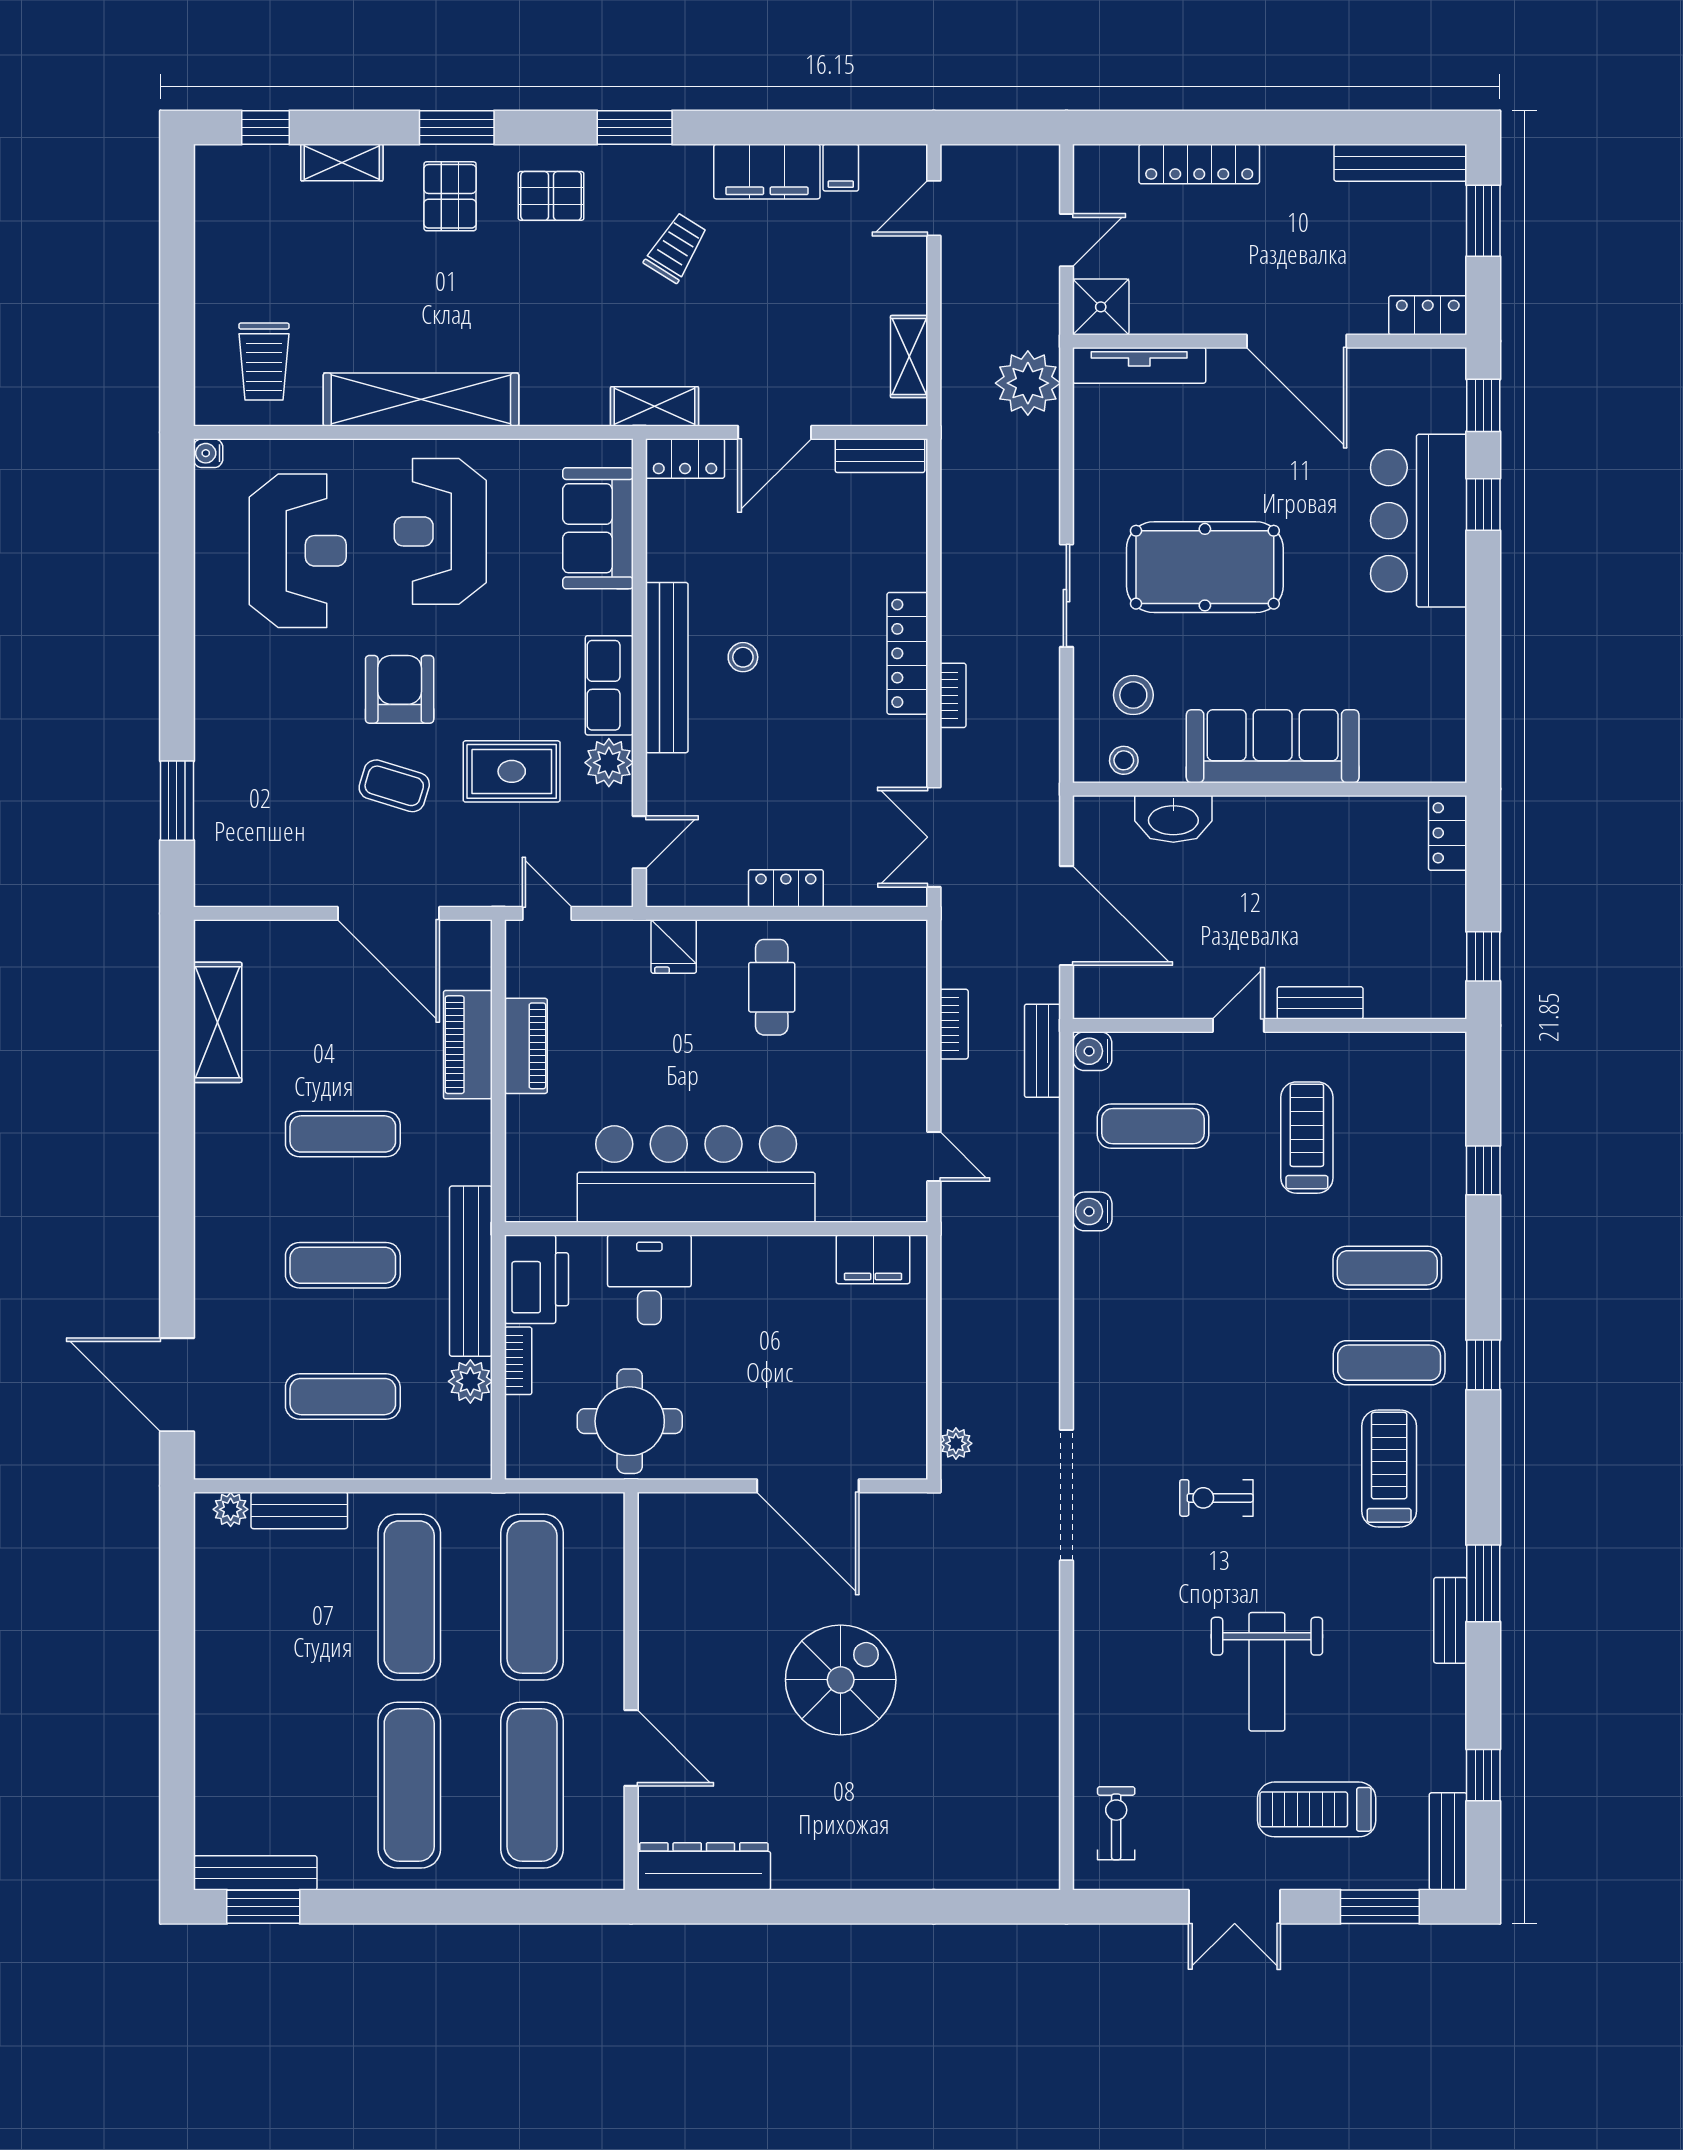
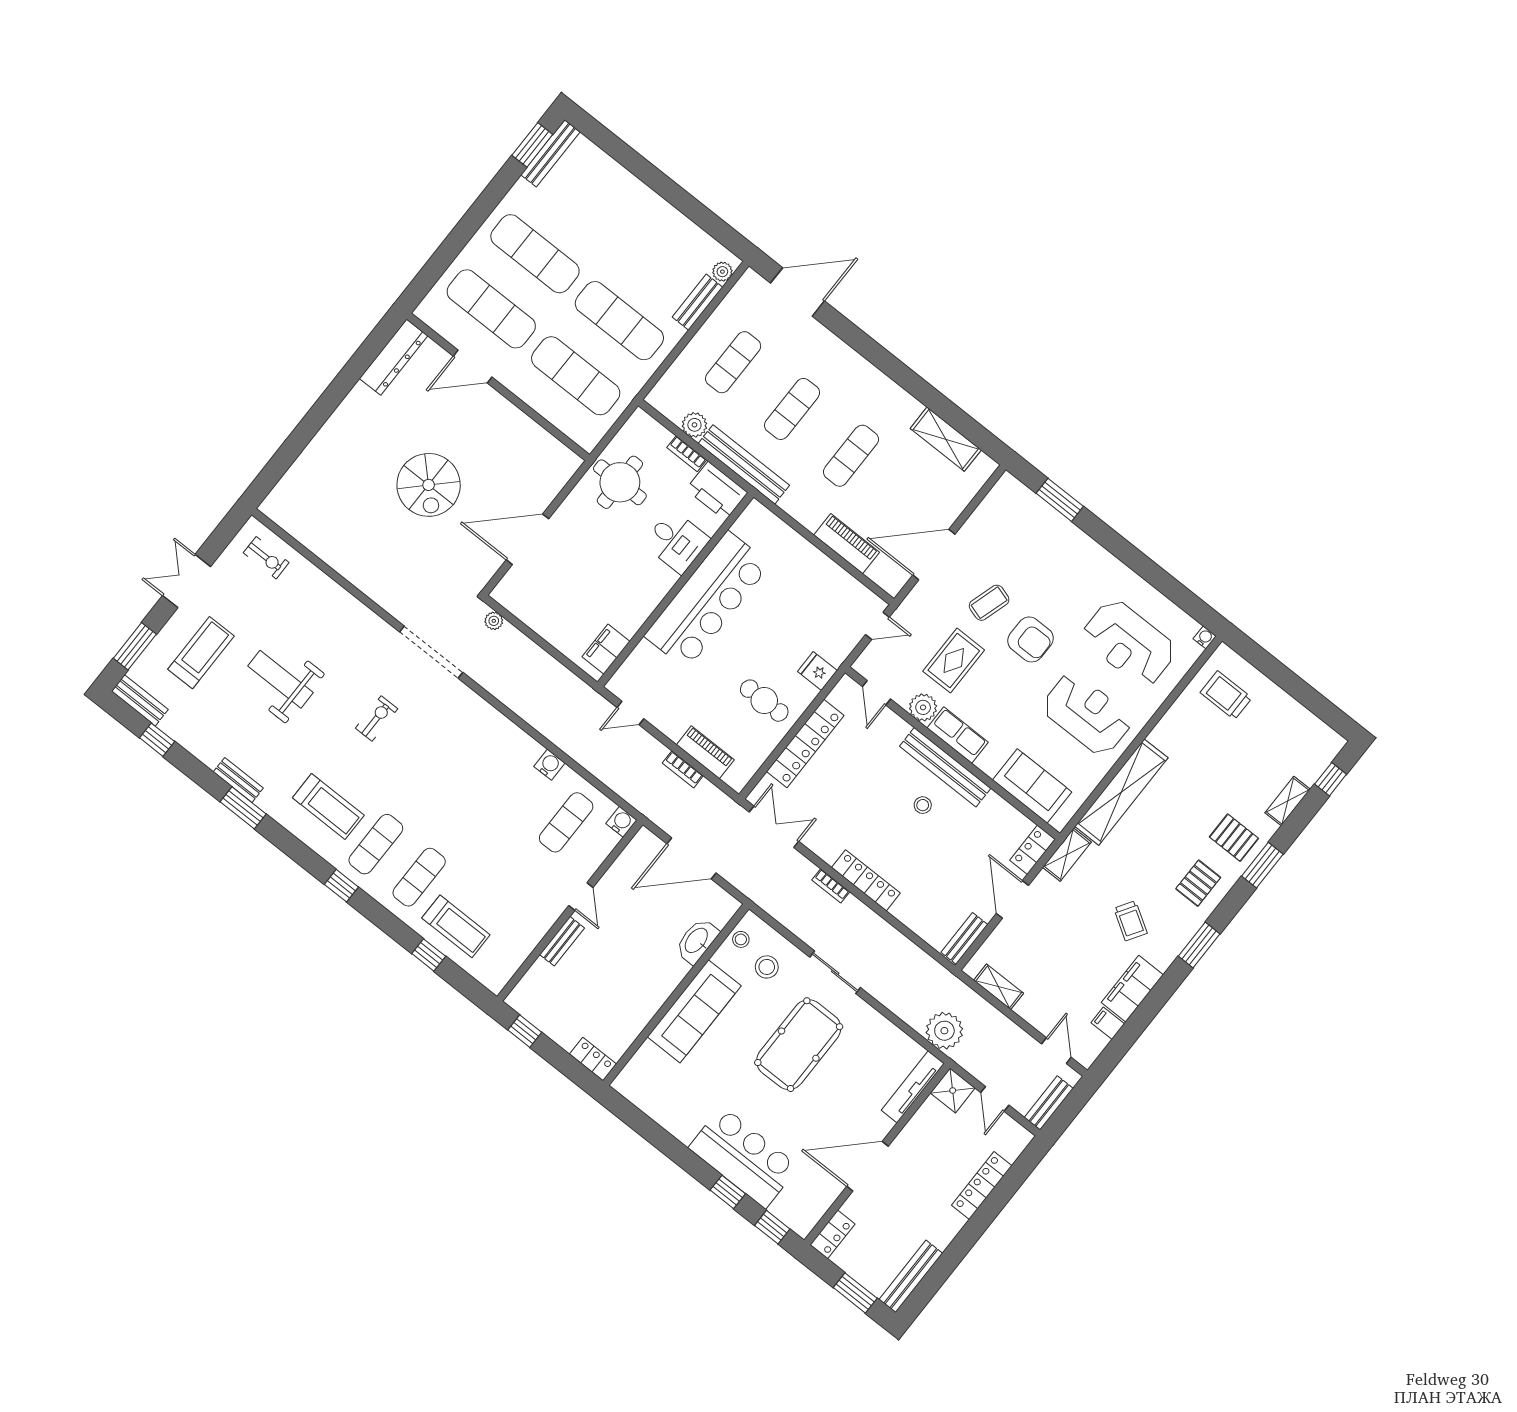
shelving: (421, 400) -> (1121, 792), moved
locker: (786, 888) -> (805, 743), width x2.16, depth x1.21
piano: (526, 1046) -> (705, 752), moved, turned 180
bench: (1042, 1051) -> (1049, 1103), moved, turned 90
treadmill: (1307, 1138) -> (456, 926), moved

